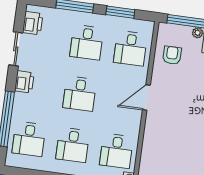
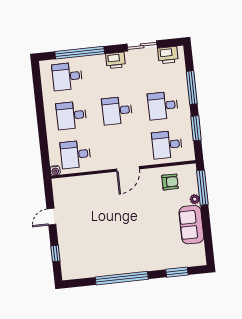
door: (146, 98) -> (128, 169), swing flipped

